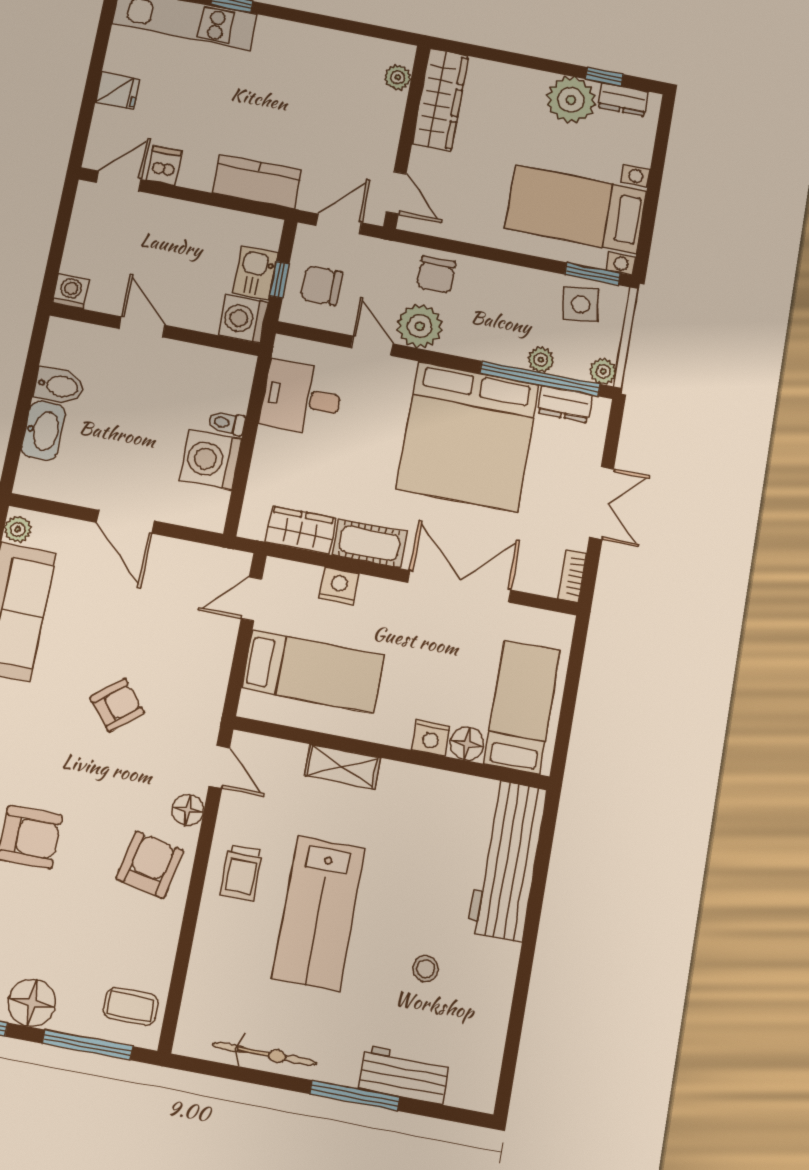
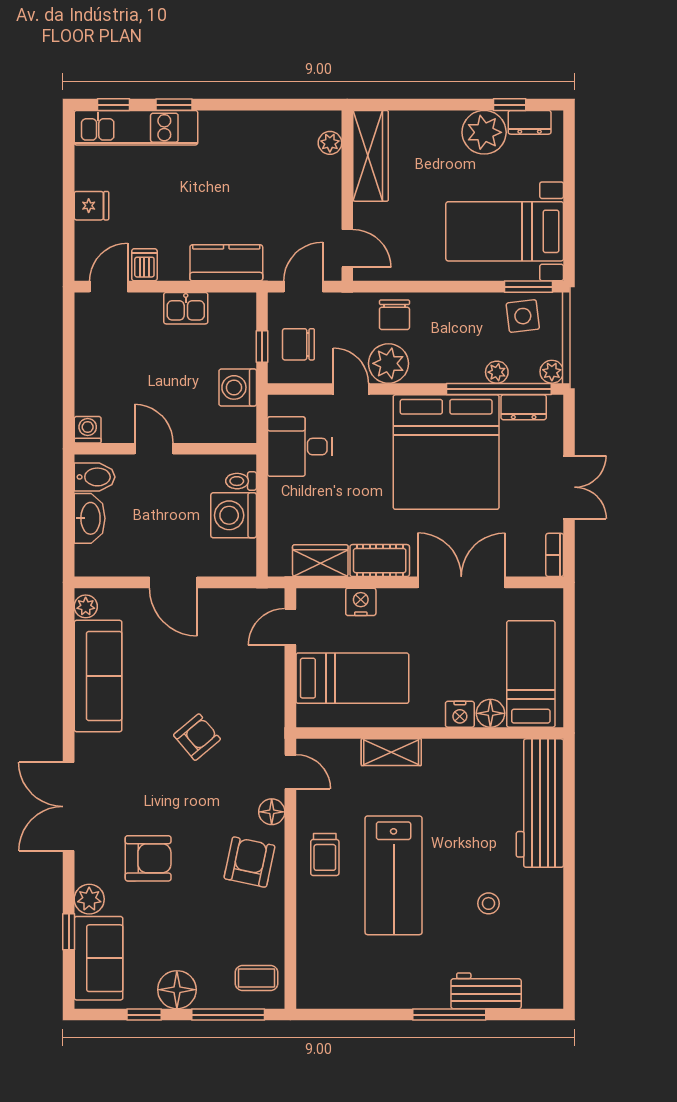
kitchen sink: (255, 273) -> (186, 308), moved, turned -90
washing machine: (71, 291) -> (88, 430), moved
door: (142, 327) -> (154, 449), moved
wall: (155, 329) -> (165, 449), moved
bicycle: (265, 1054) -> (371, 995), removed

